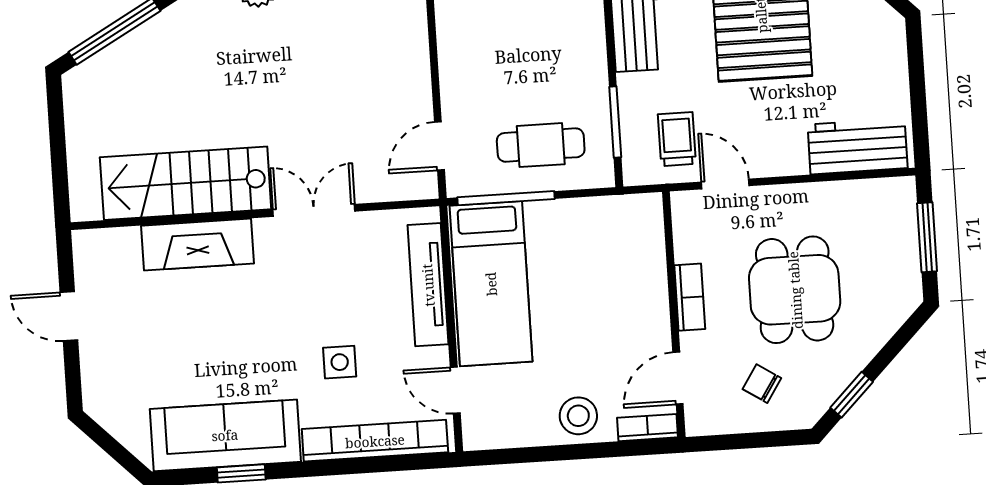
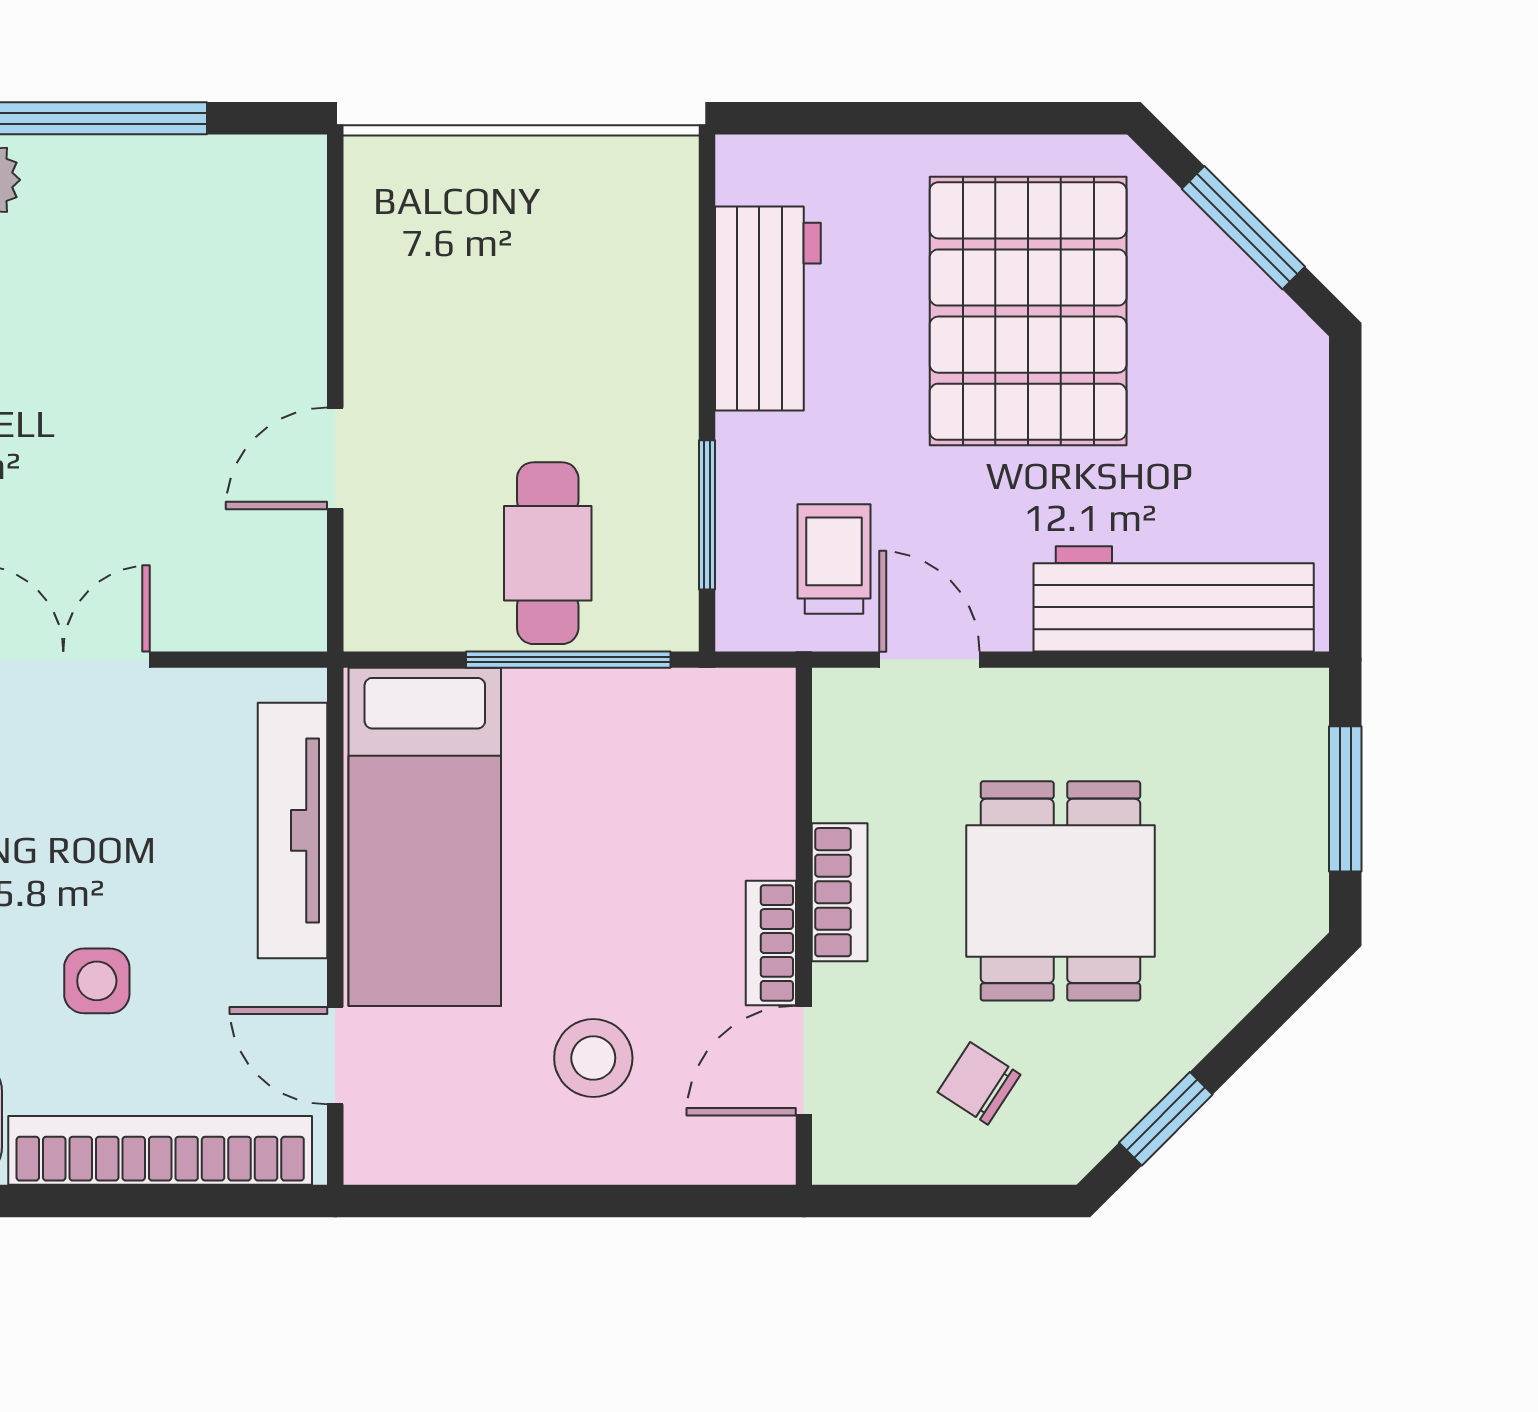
cafe table: (541, 145) -> (548, 553), turned 90
door: (439, 146) -> (335, 458), moved
workbench: (858, 146) -> (1174, 599), width x1.38
window: (506, 198) -> (568, 660), moved
stool: (578, 416) -> (593, 1058), moved
bookcase: (648, 428) -> (771, 943), moved, turned -90

